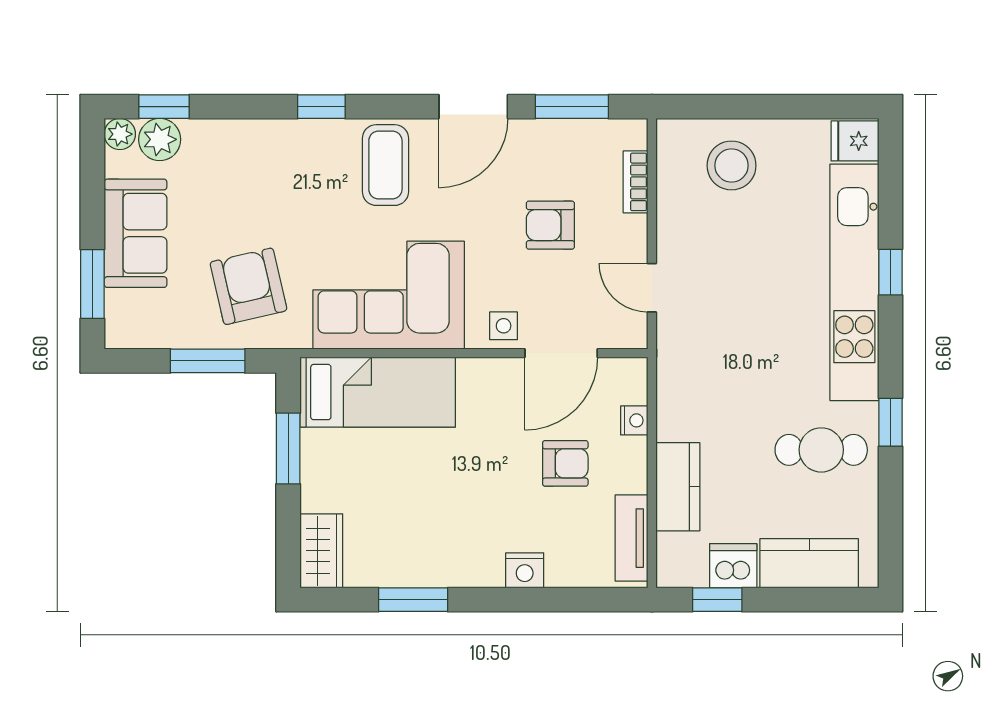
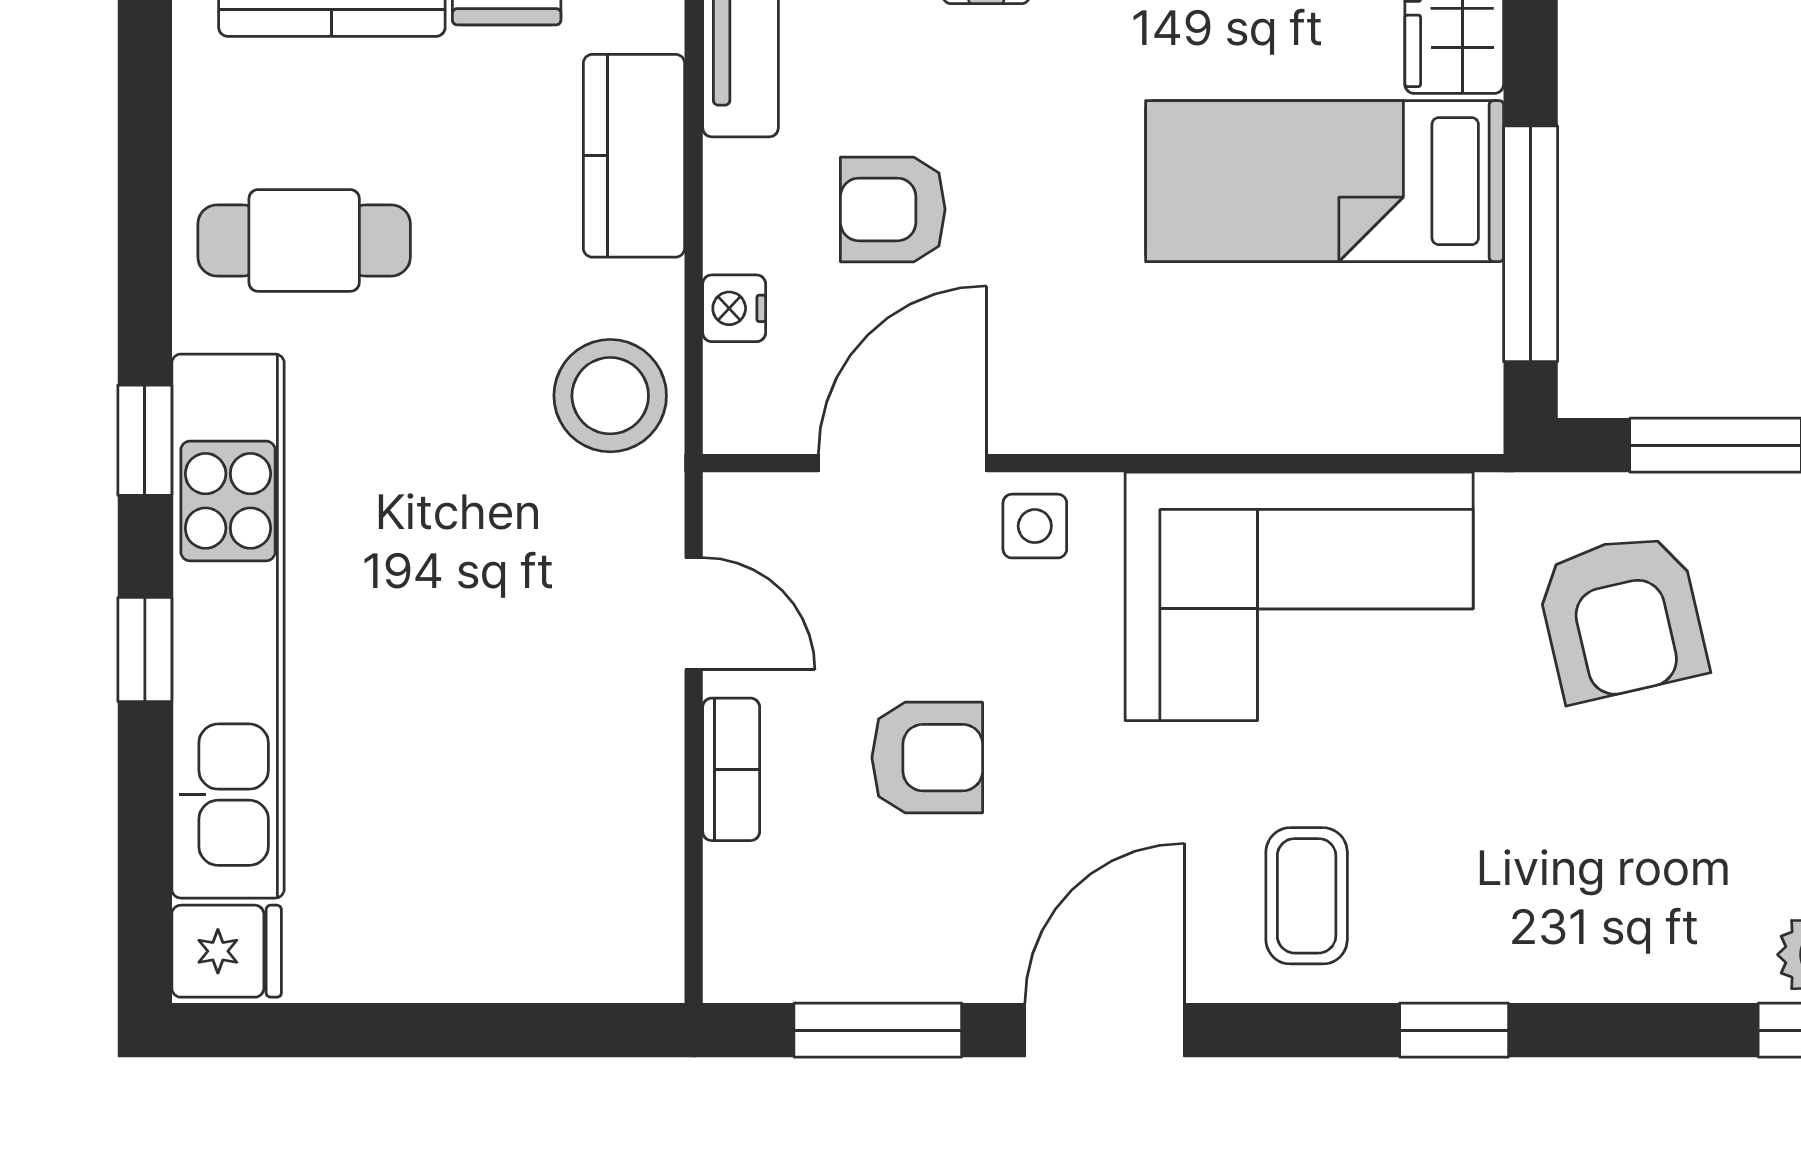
coffee table: (385, 165) -> (1307, 896), width x0.73, depth x0.77
stool: (732, 165) -> (610, 396), moved
bookcase: (636, 182) -> (731, 769), moved
bed: (378, 392) -> (1325, 181), moved
window: (890, 422) -> (145, 440), moved
window: (288, 448) -> (1531, 244), width x1.44

